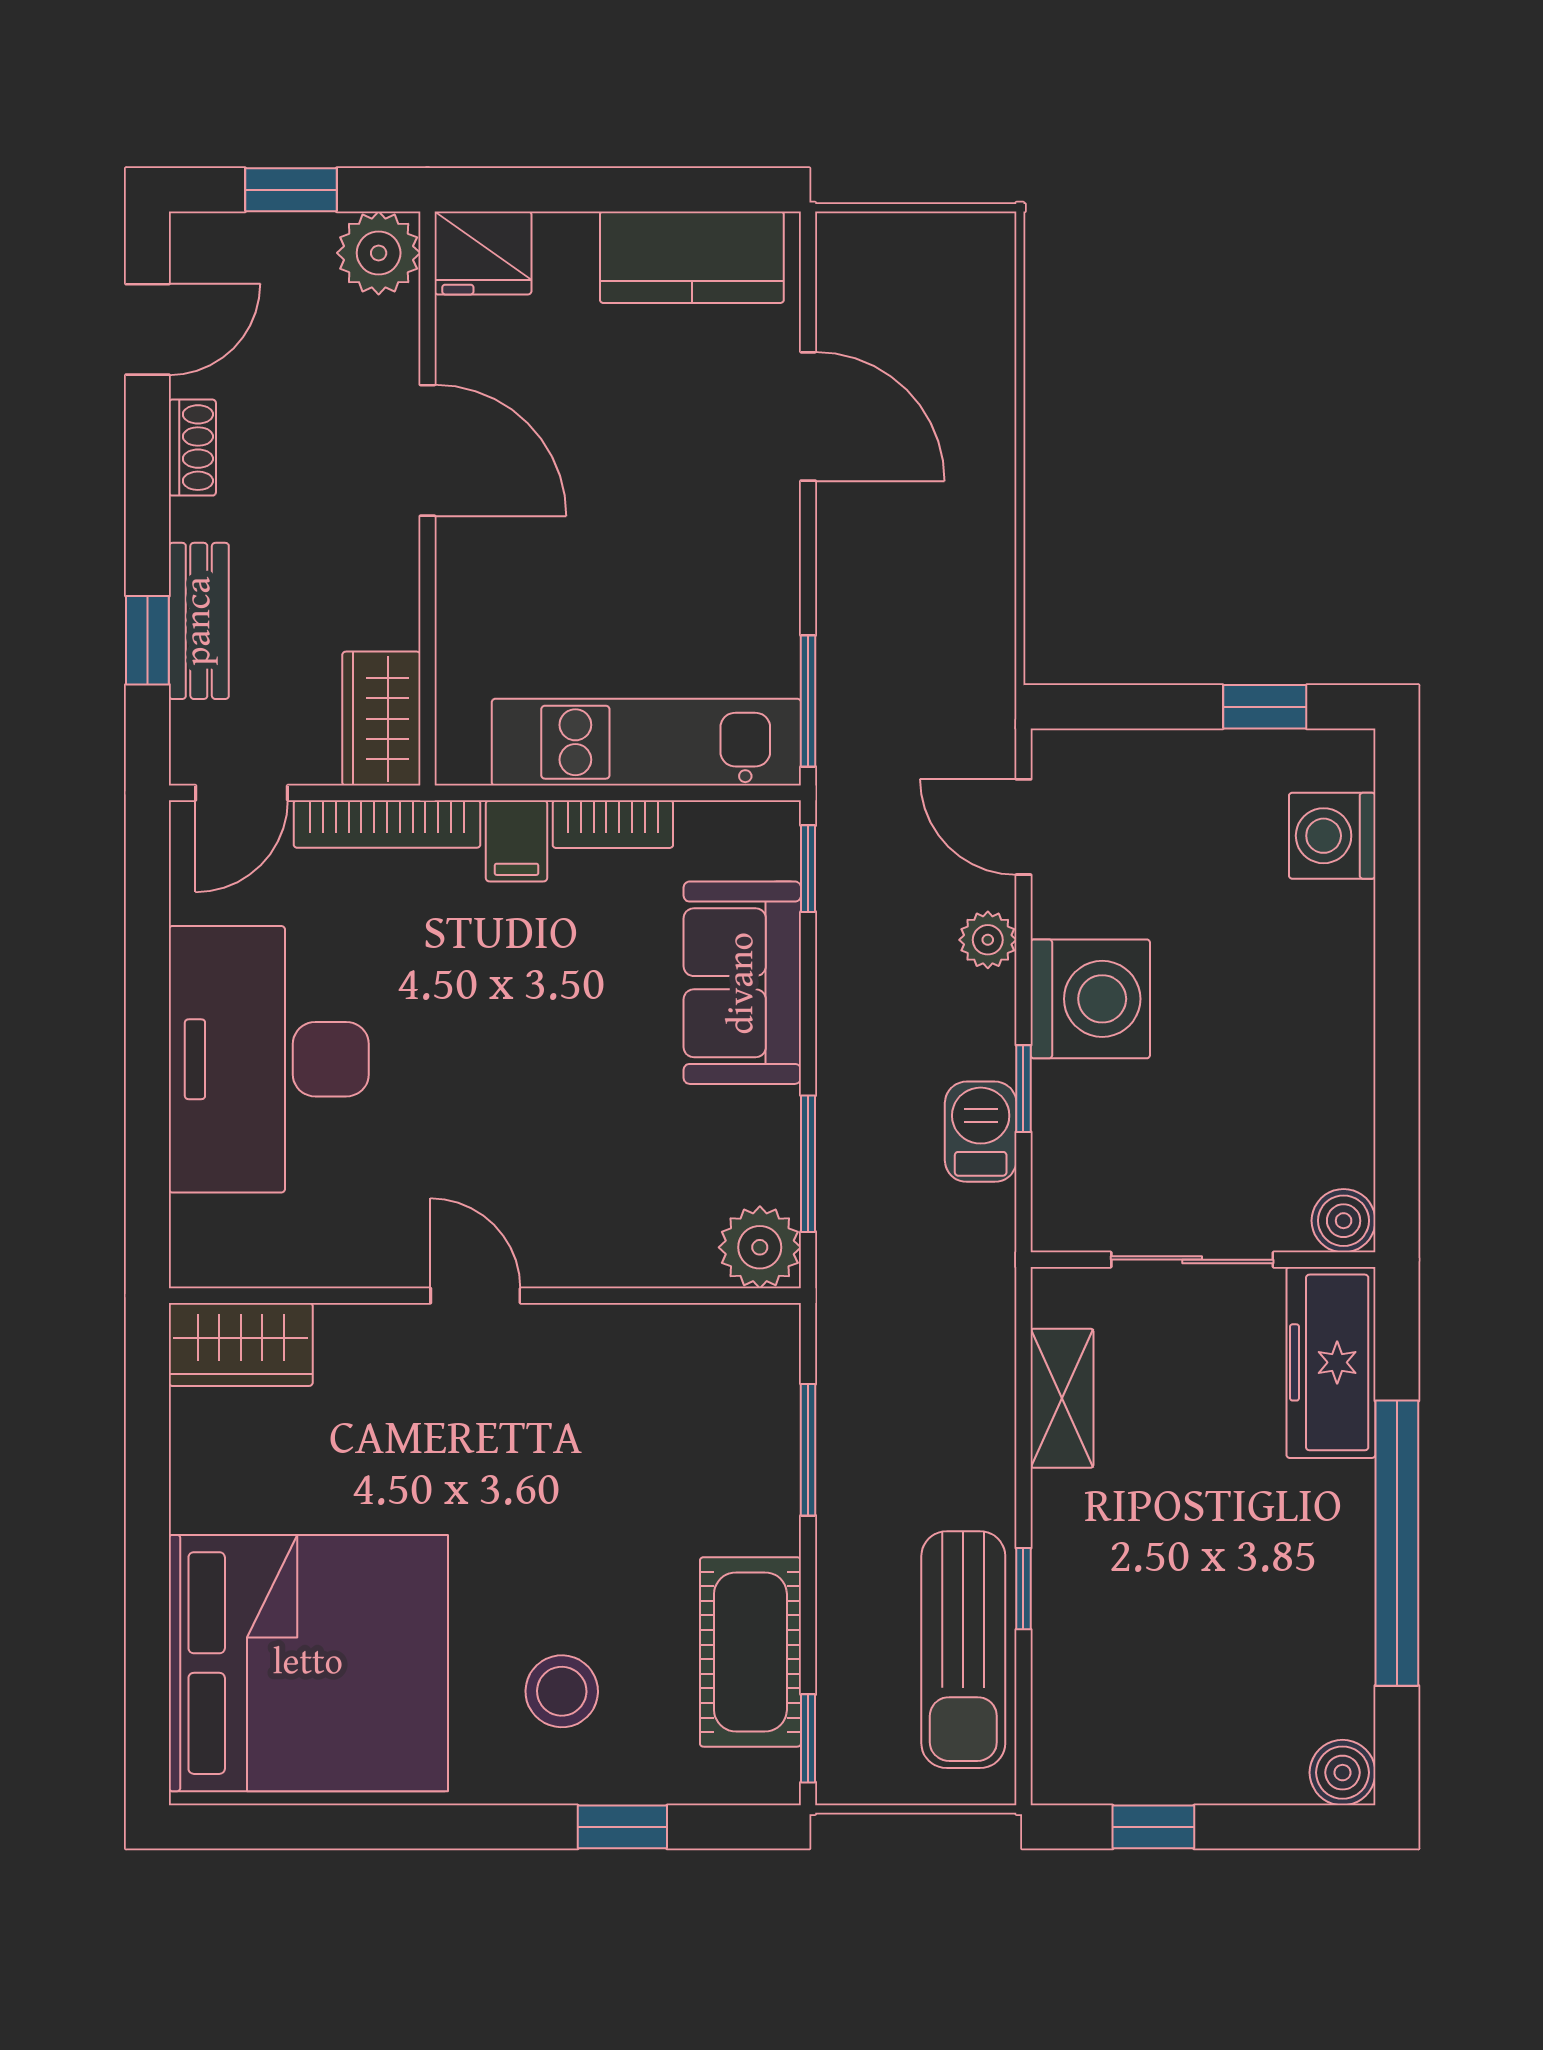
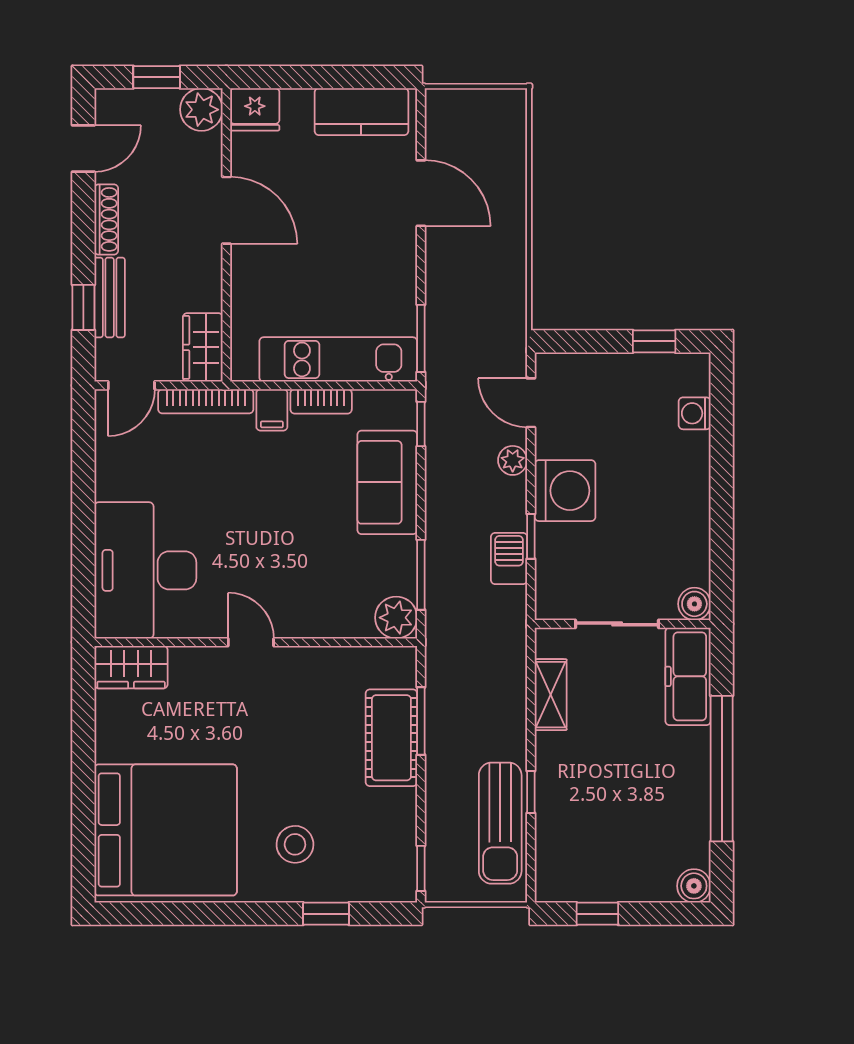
shoe rack: (192, 448) -> (106, 219), width x1.43
washing machine: (1332, 836) -> (695, 413), width x0.73, depth x0.73
desk: (269, 1059) -> (145, 570), moved
cot: (750, 1652) -> (391, 738), moved

